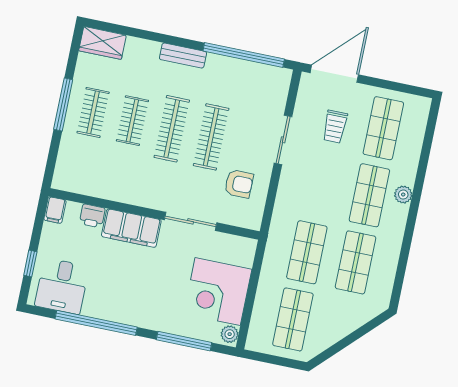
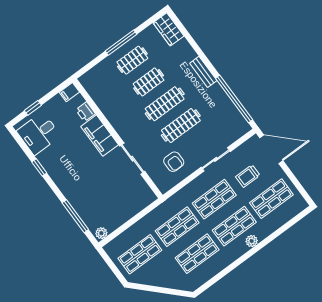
shop shelf: (321, 185) -> (214, 199), added
corner desk: (218, 291) -> (115, 206), removed
window: (96, 323) -> (39, 167), width x0.32

